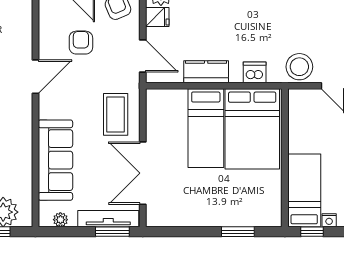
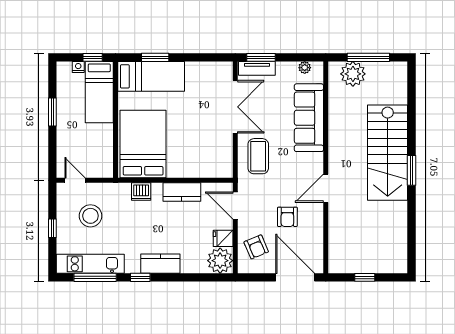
stool: (299, 67) -> (90, 216), moved
bed: (206, 128) -> (151, 76), moved, turned 90
tv unit: (108, 219) -> (257, 68), width x0.71

